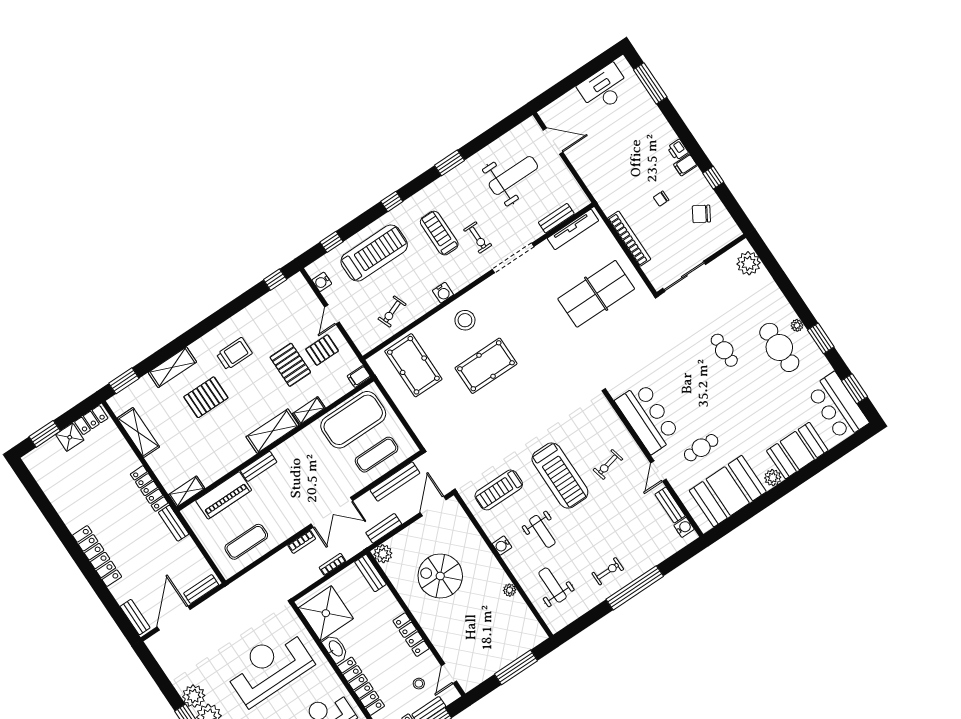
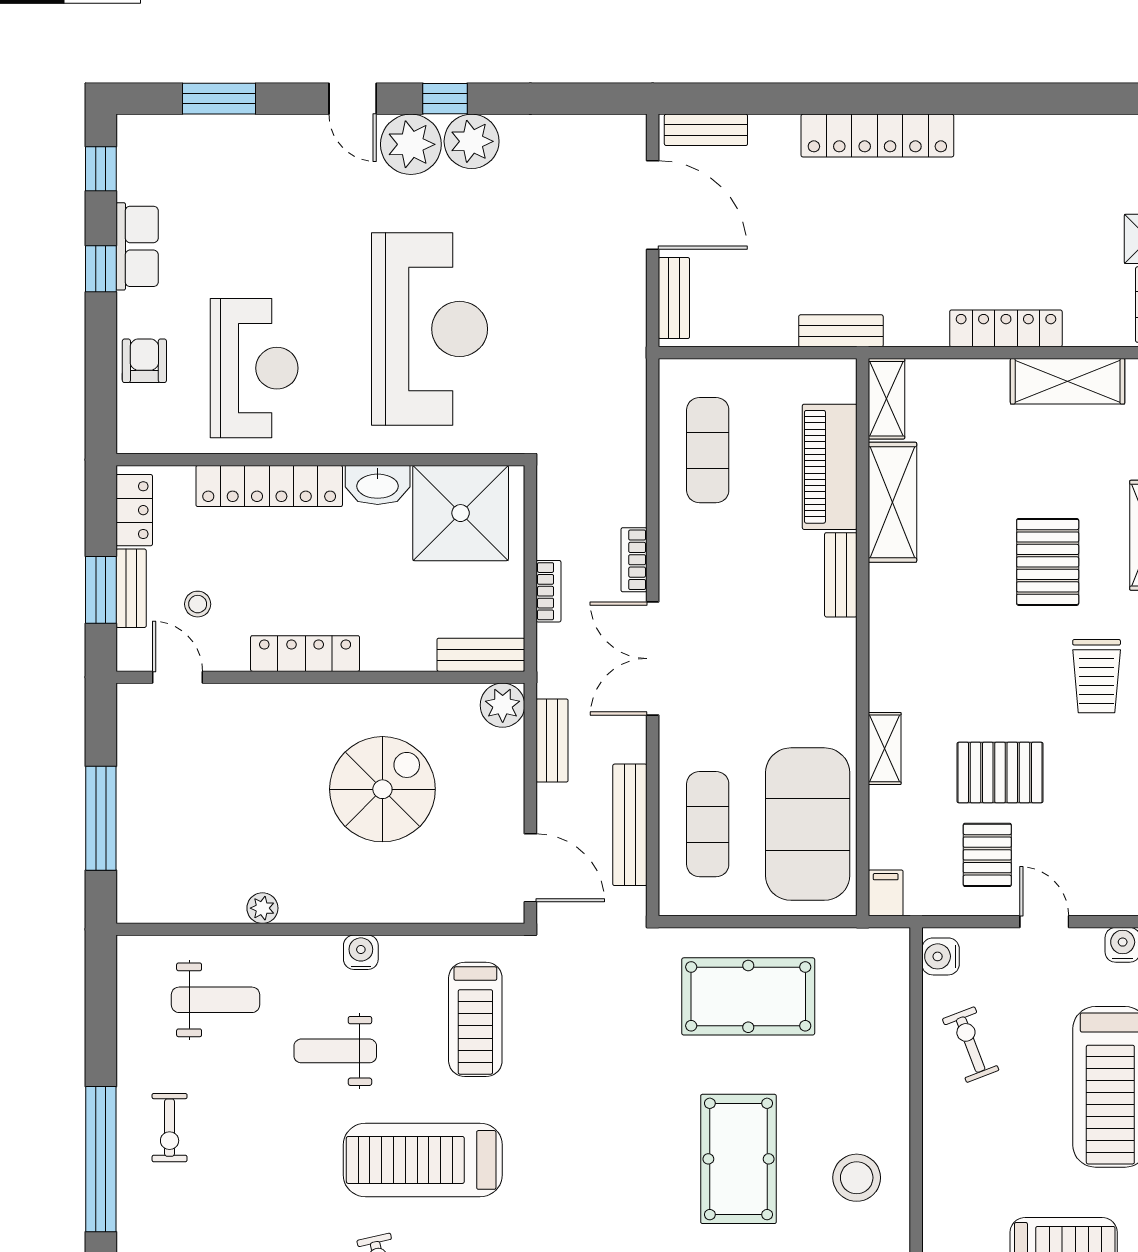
water cooler: (443, 293) -> (941, 956), moved
pool table: (413, 365) -> (748, 996), moved
shelving: (272, 431) -> (892, 502), moved
locker: (149, 488) -> (1006, 328), moved
treadmill: (499, 490) -> (475, 1019), turned 180

